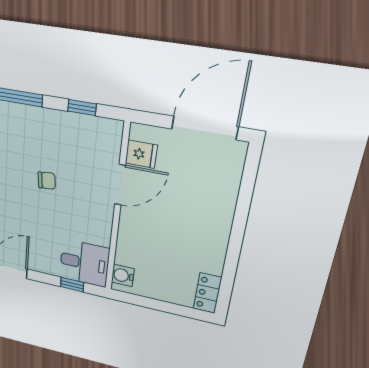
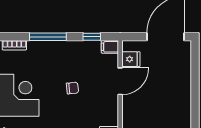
filing cabinet: (110, 129) -> (110, 47), added

